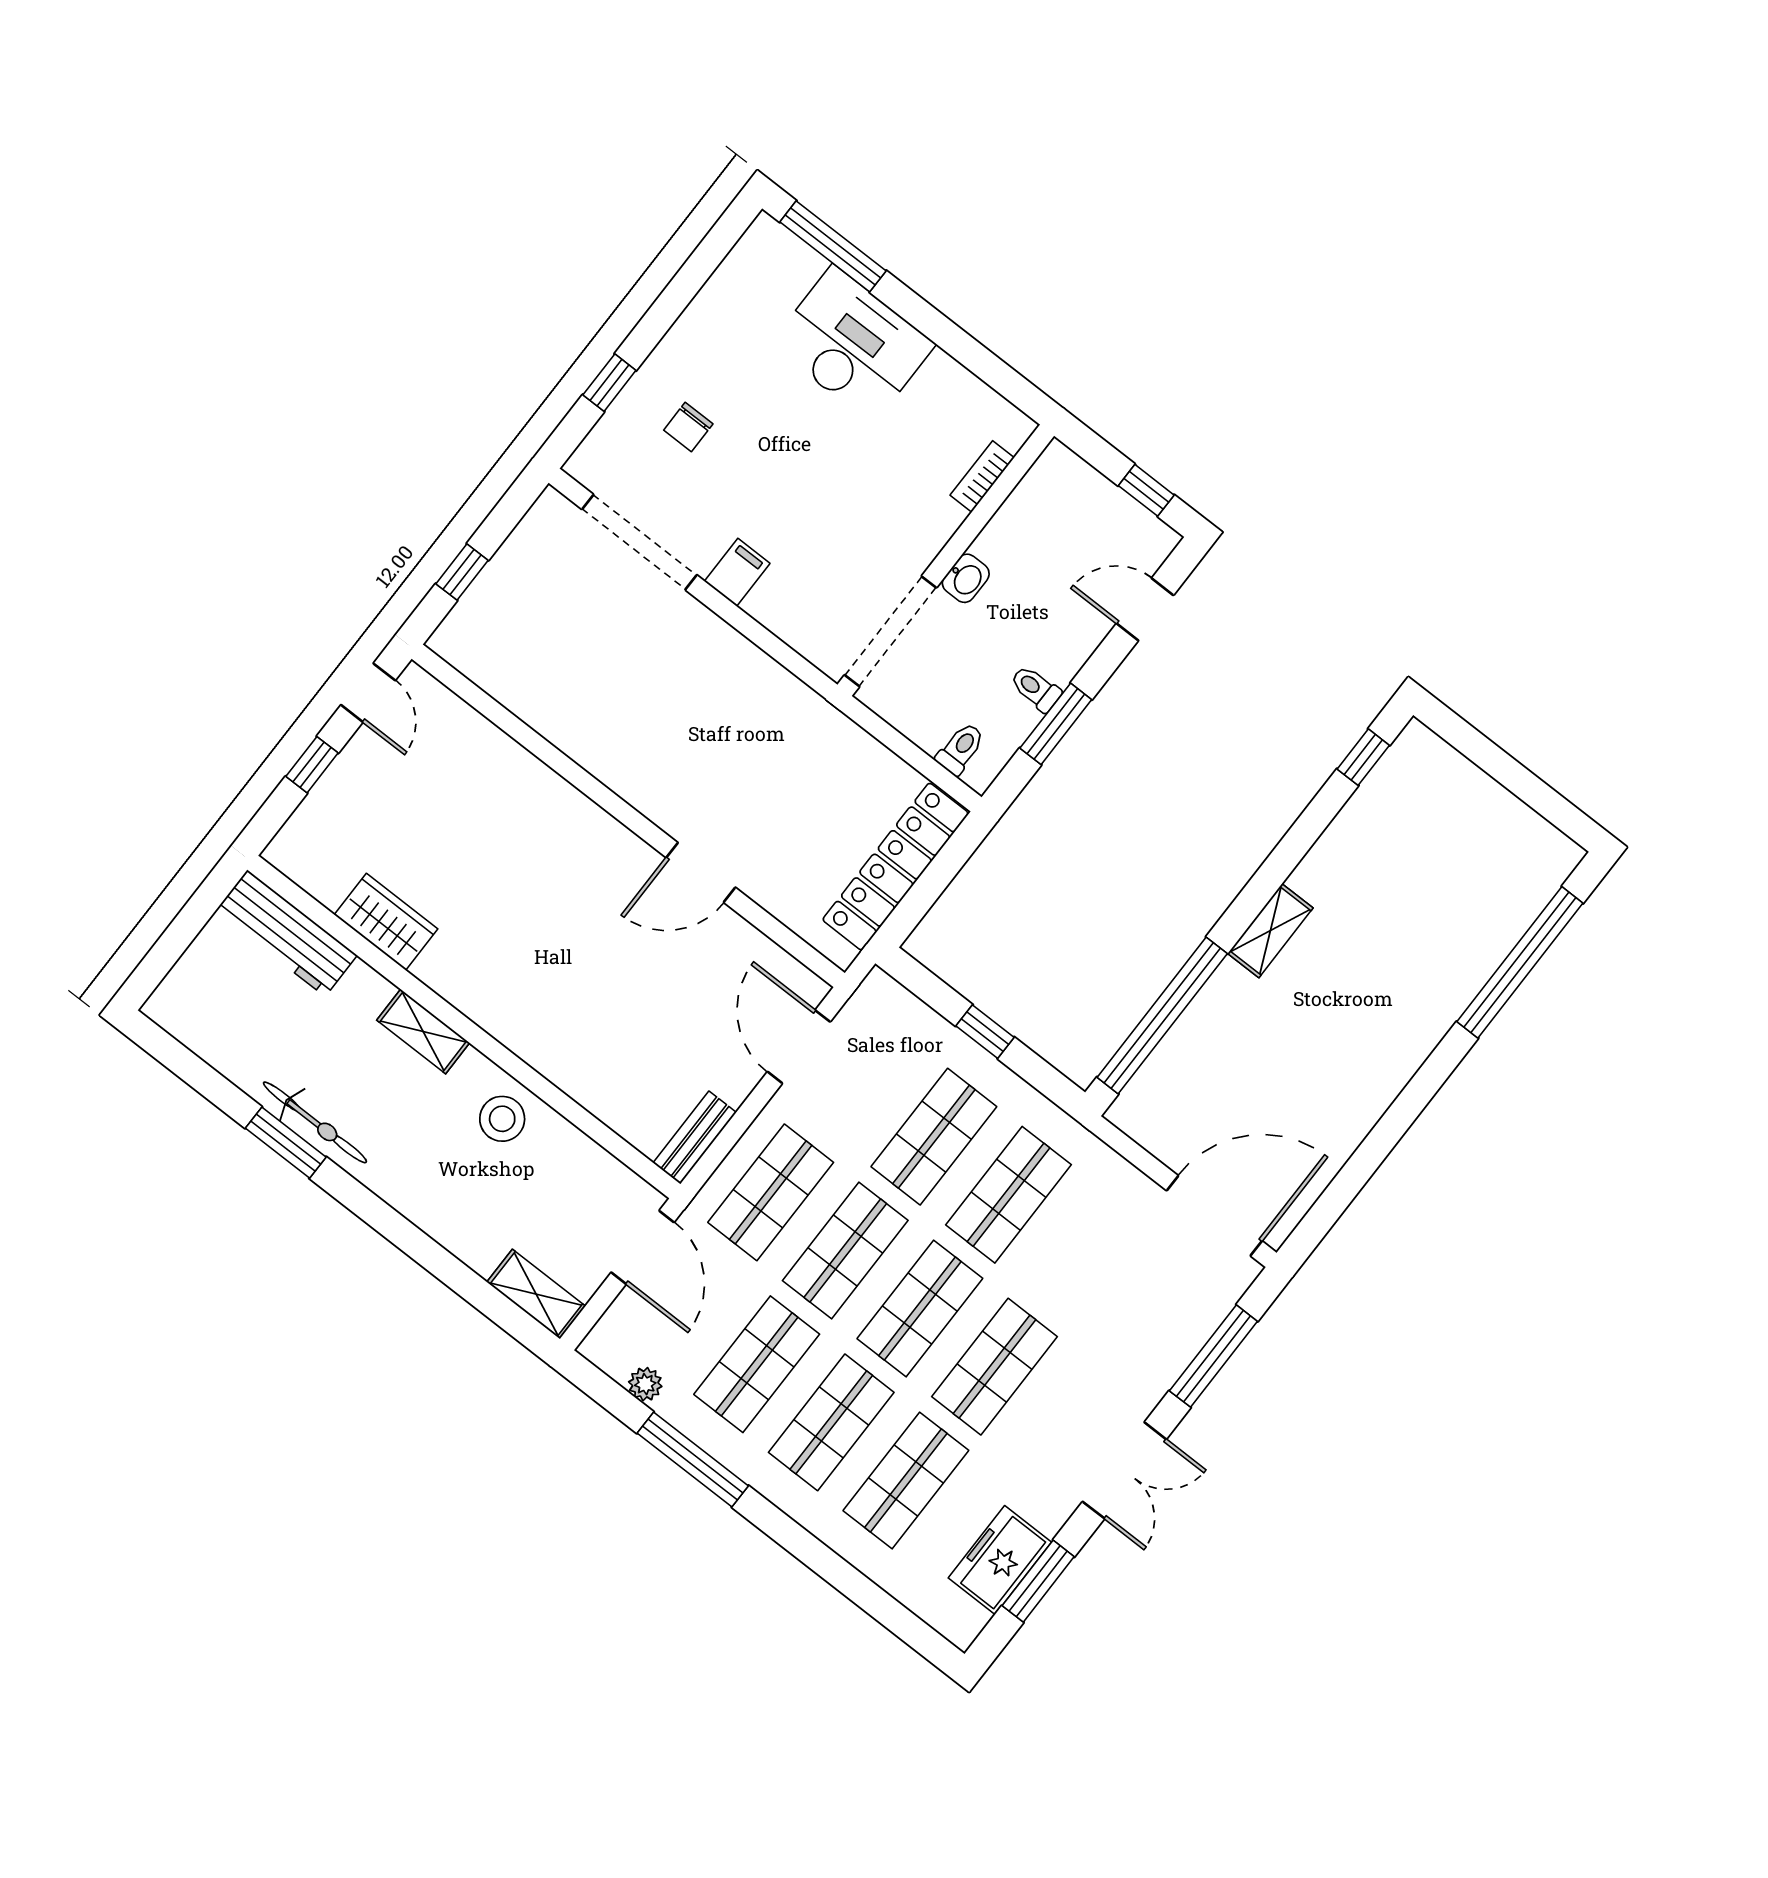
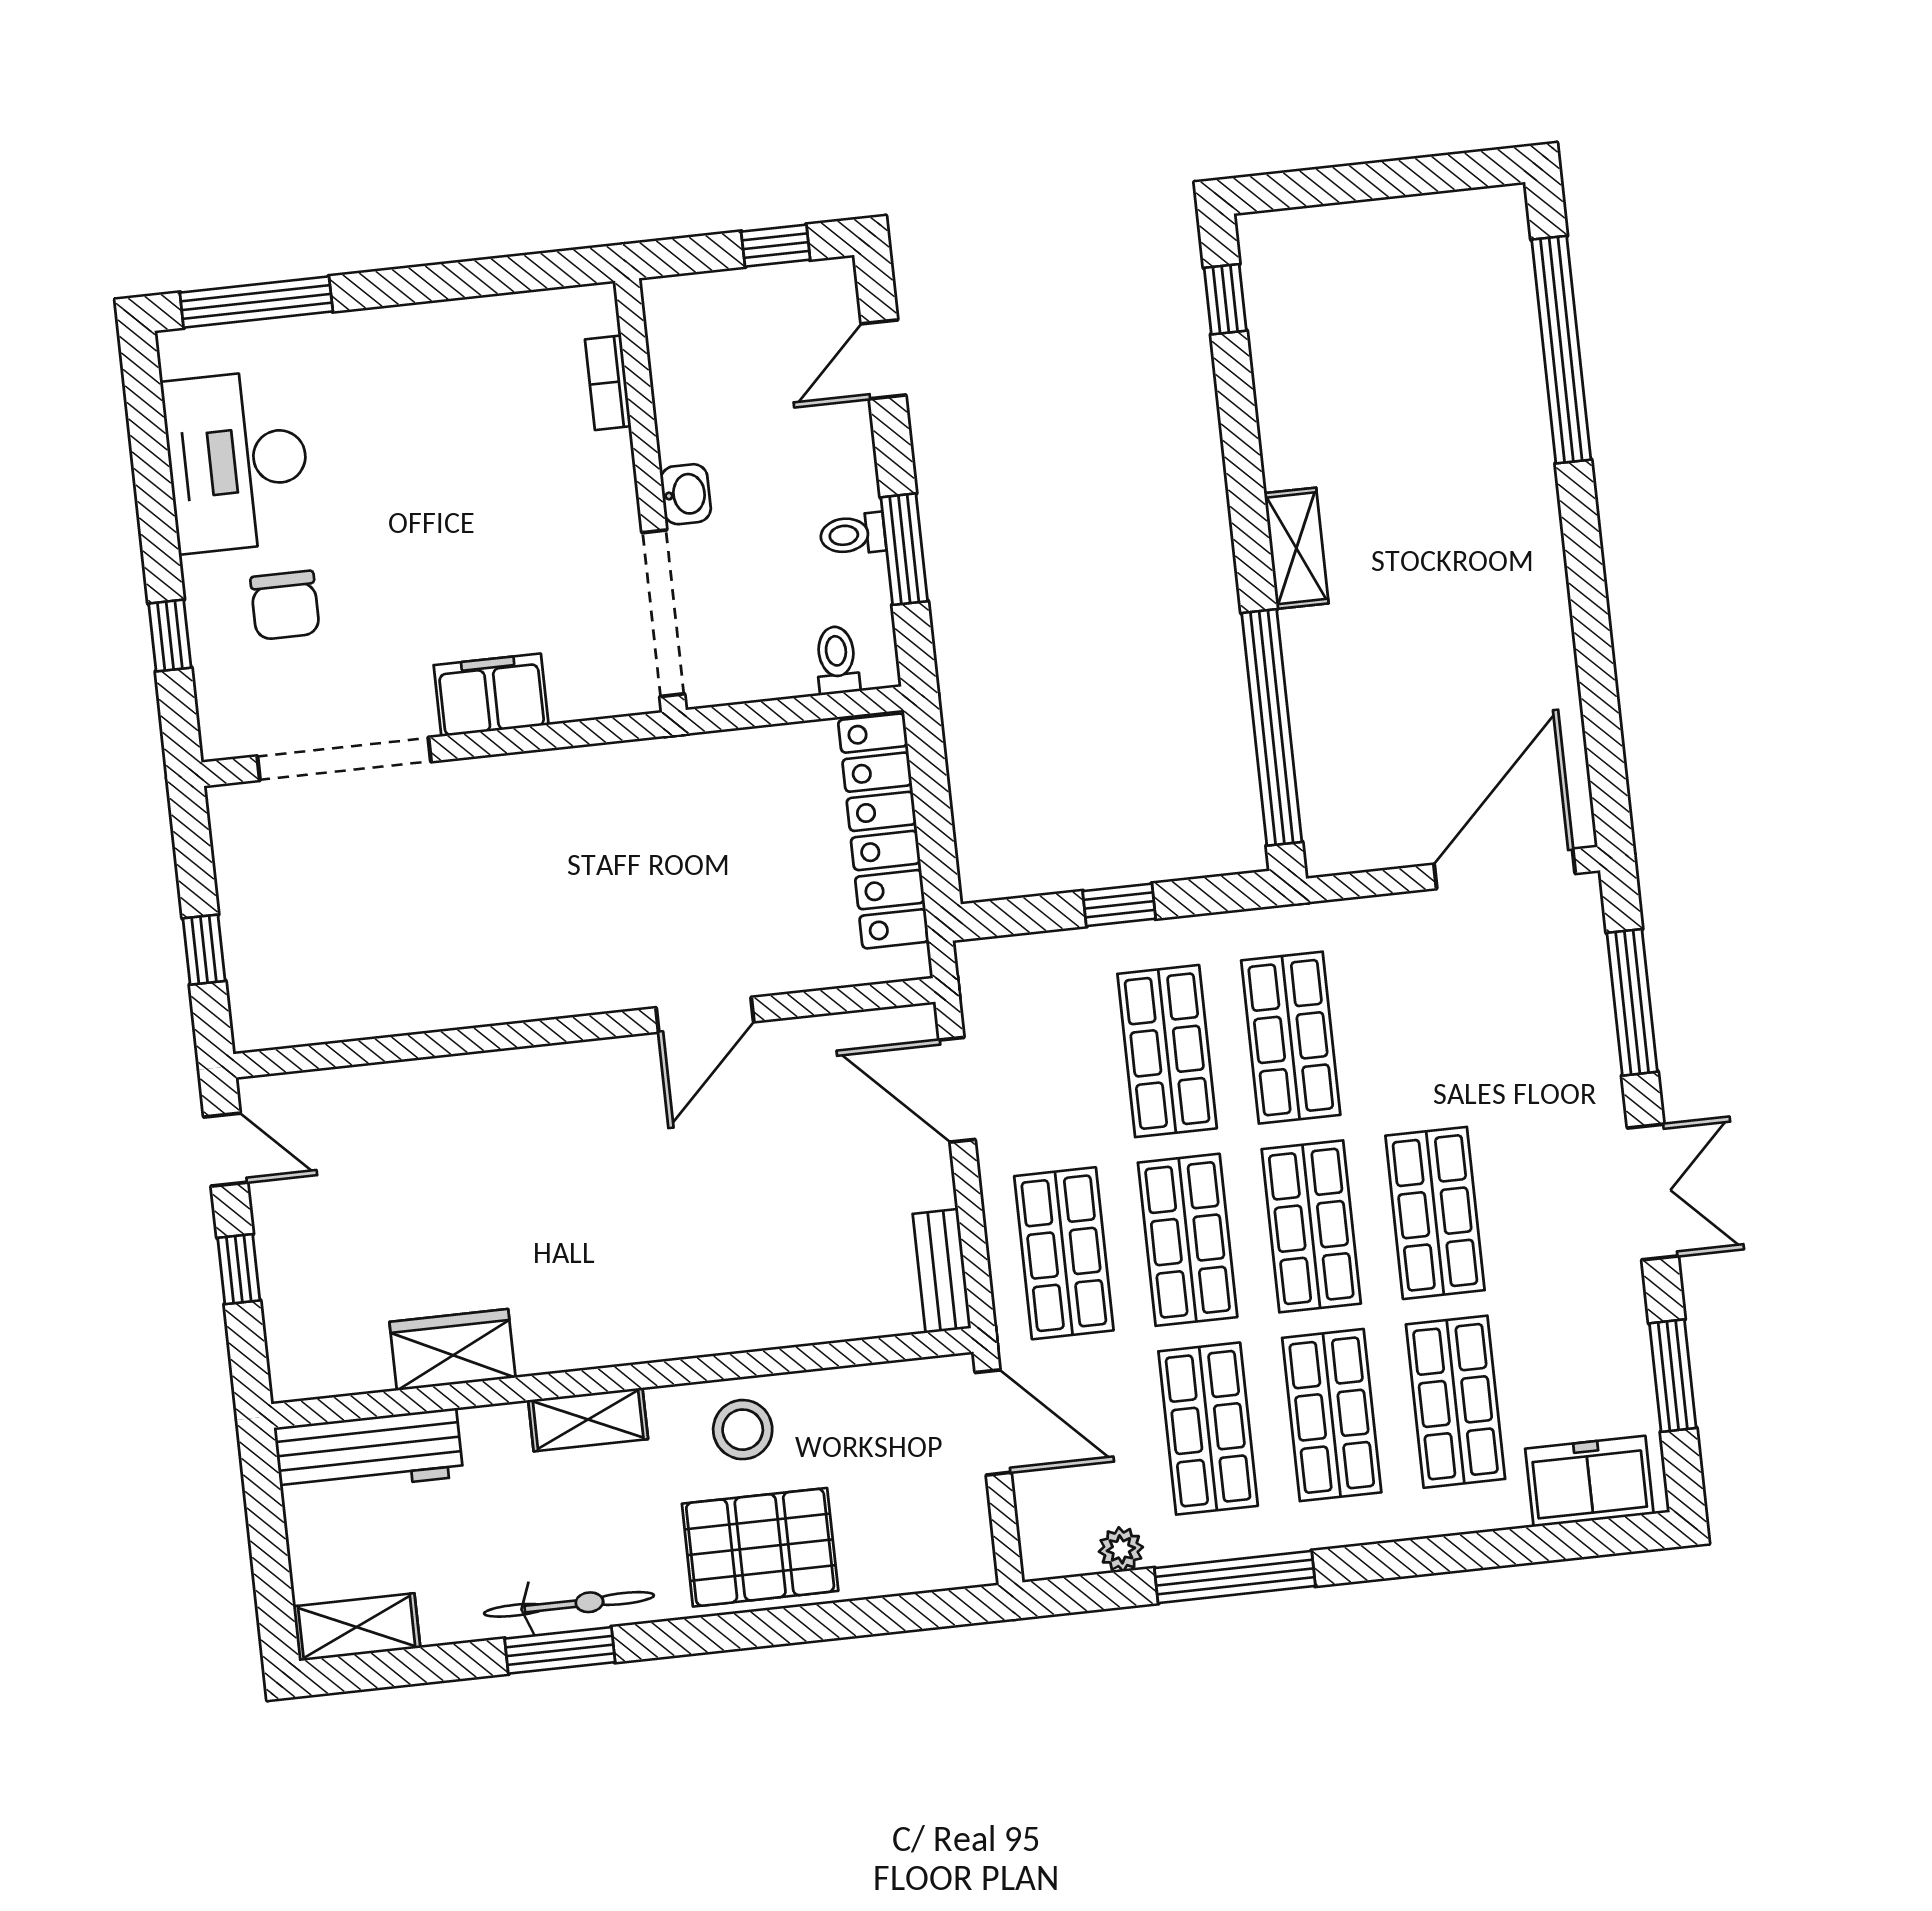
desk: (853, 345) -> (237, 461), moved, turned -90
chair: (688, 427) -> (285, 605), width x1.37, depth x1.37
filing cabinet: (737, 572) -> (491, 695), width x2.00
pallet: (449, 1192) -> (760, 1547), added
shelving: (536, 1294) -> (357, 1627), moved
freezer: (1000, 1560) -> (1589, 1481), moved, turned 90

